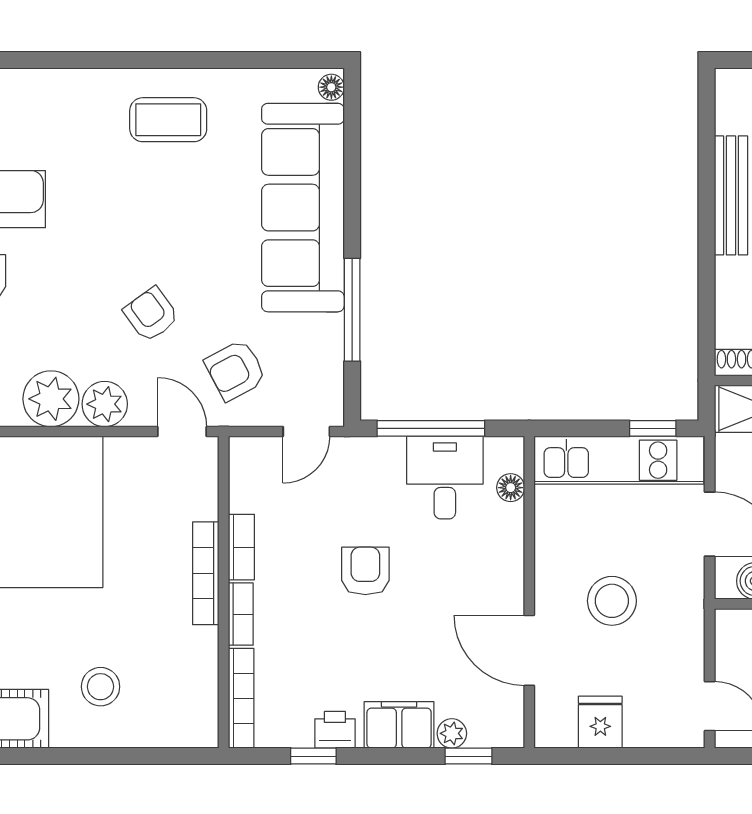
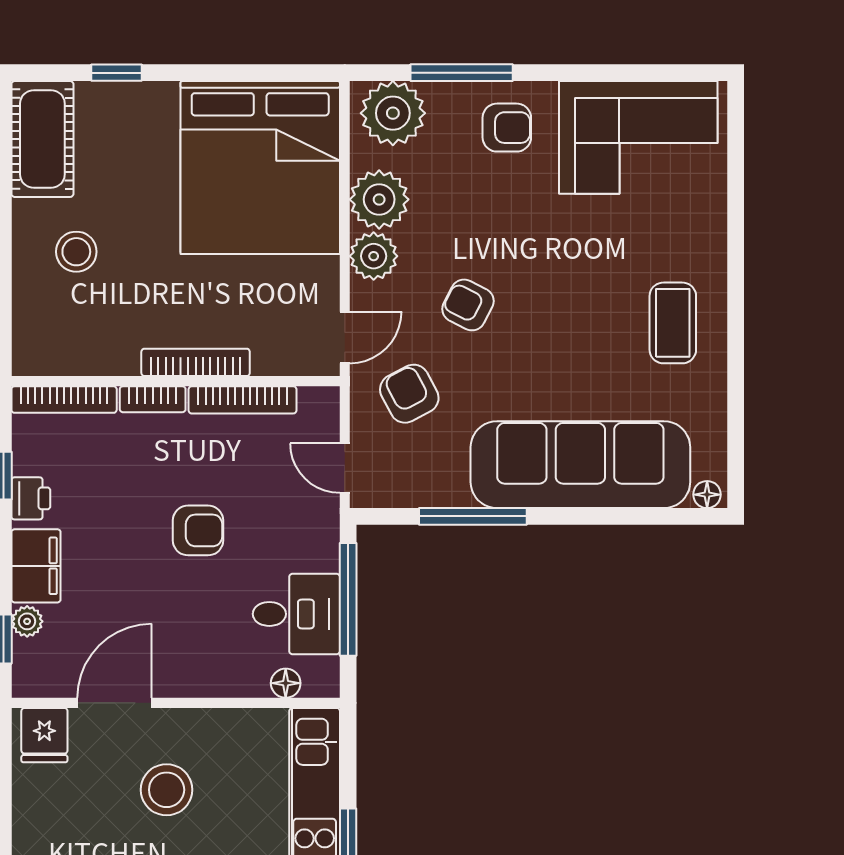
armchair: (151, 314) -> (468, 305), turned -117
bookcase: (241, 547) -> (243, 400), width x1.56
fridge: (600, 722) -> (44, 735), moved, turned 90

